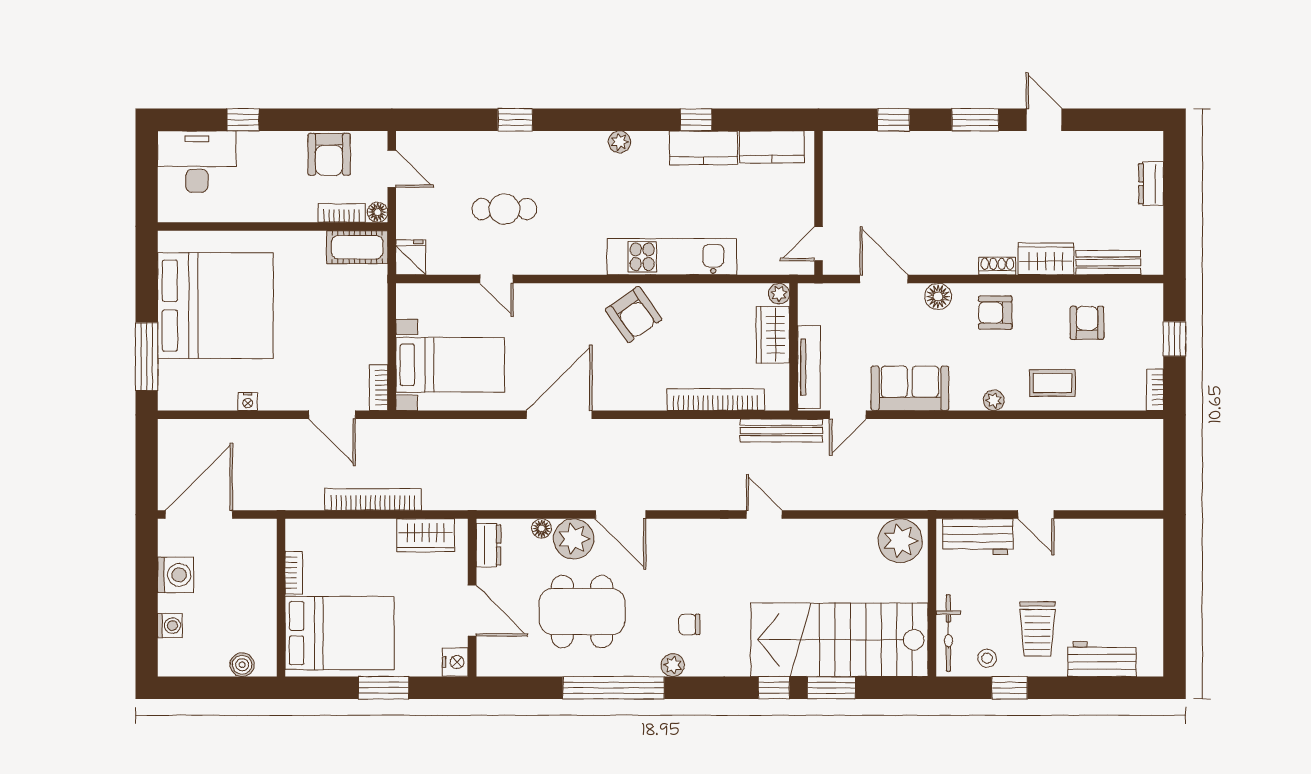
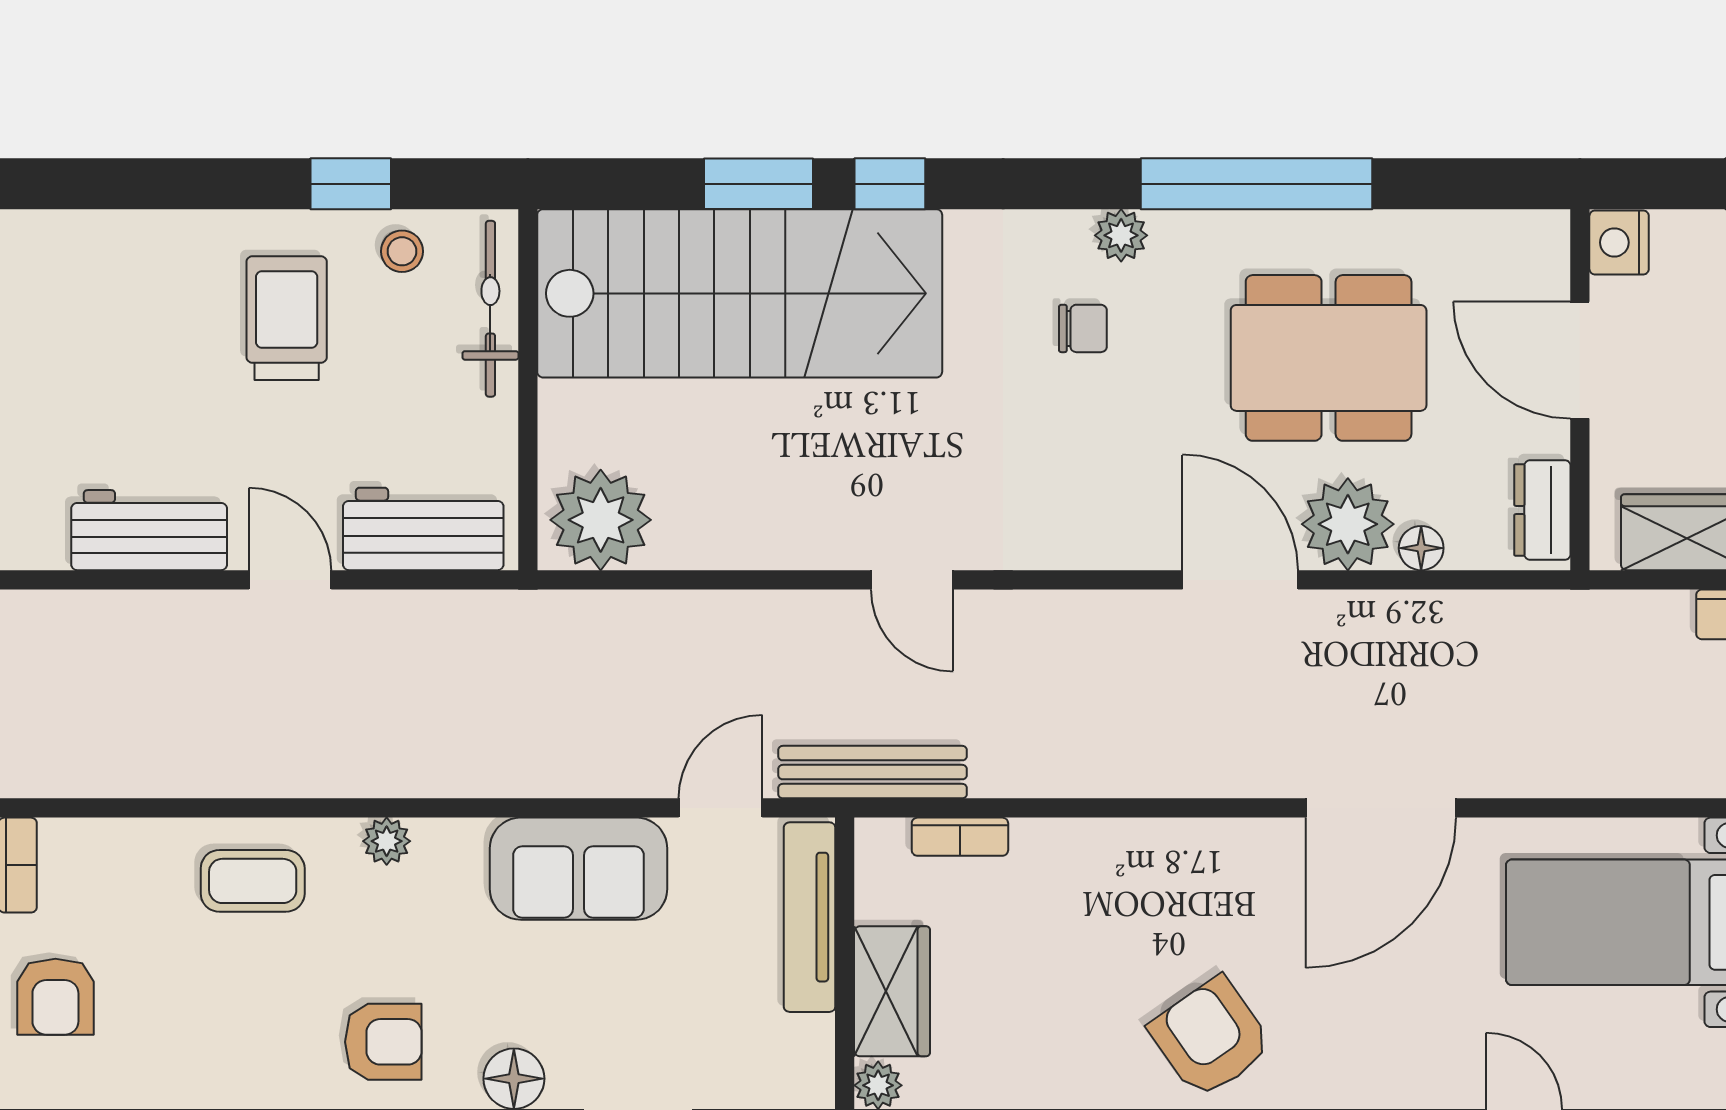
armchair: (1087, 323) -> (55, 997), moved
bookcase: (716, 400) -> (960, 837), width x0.43, depth x0.76
workbench: (1102, 659) -> (149, 530), moved, turned 180

